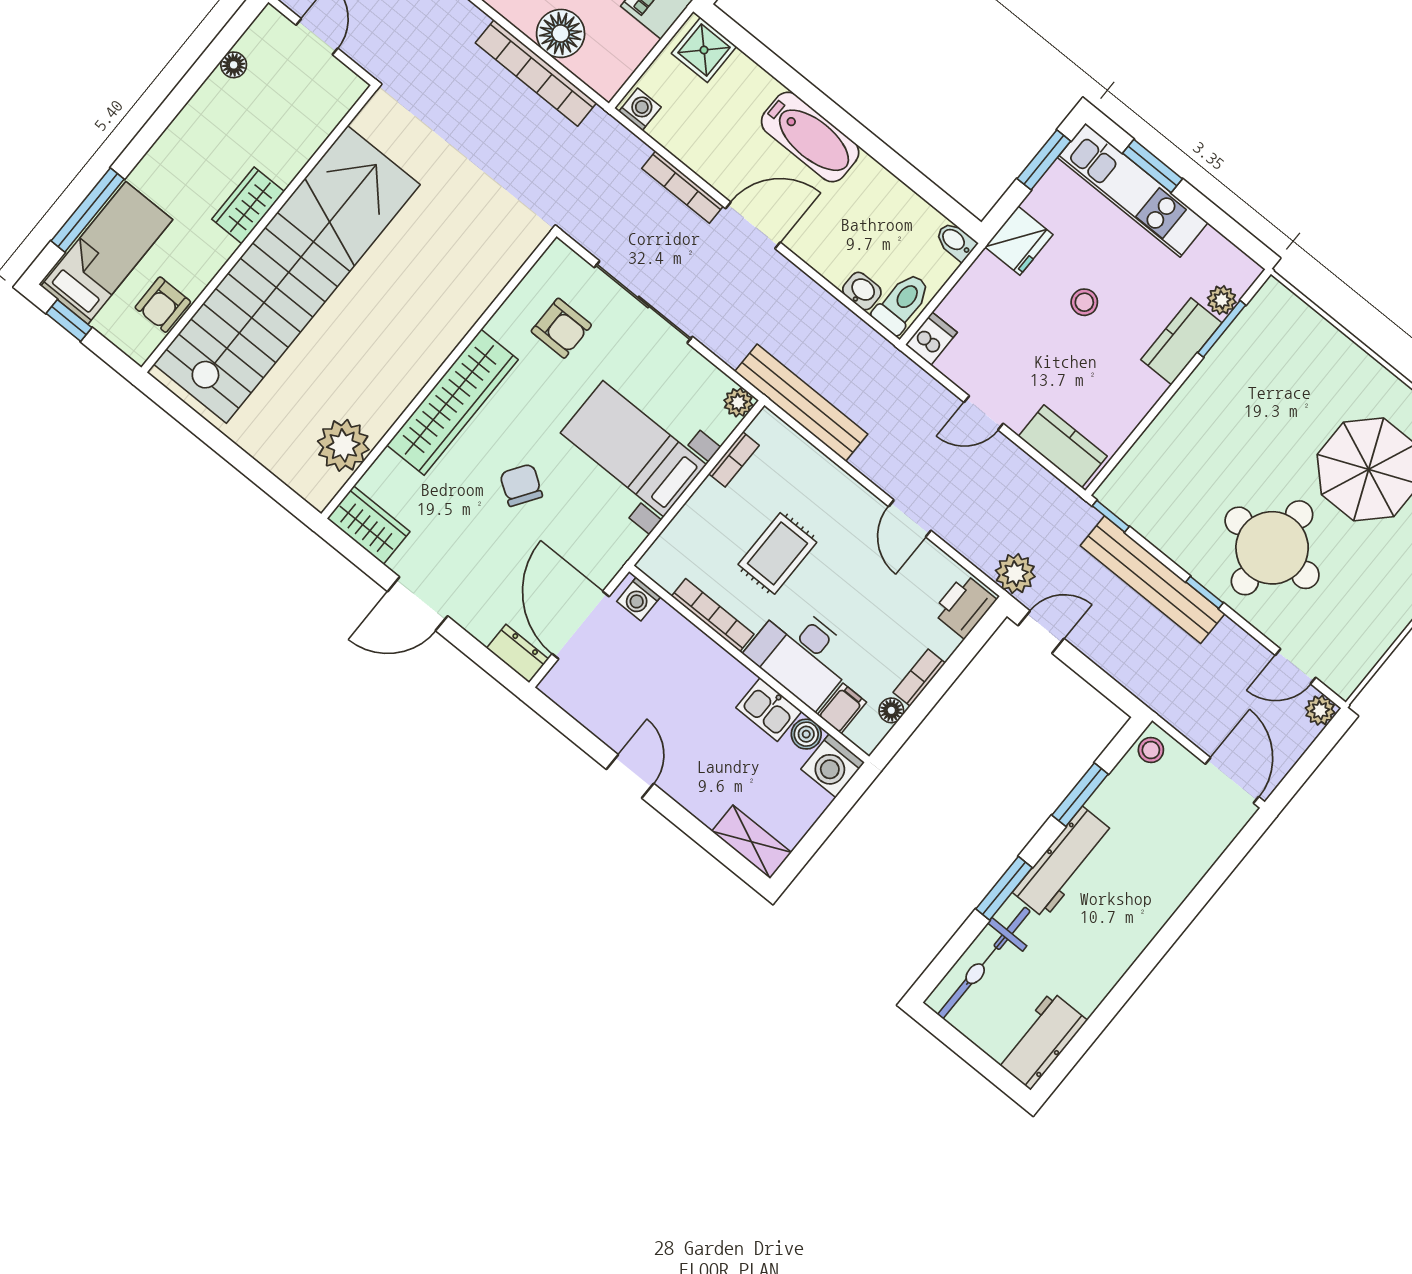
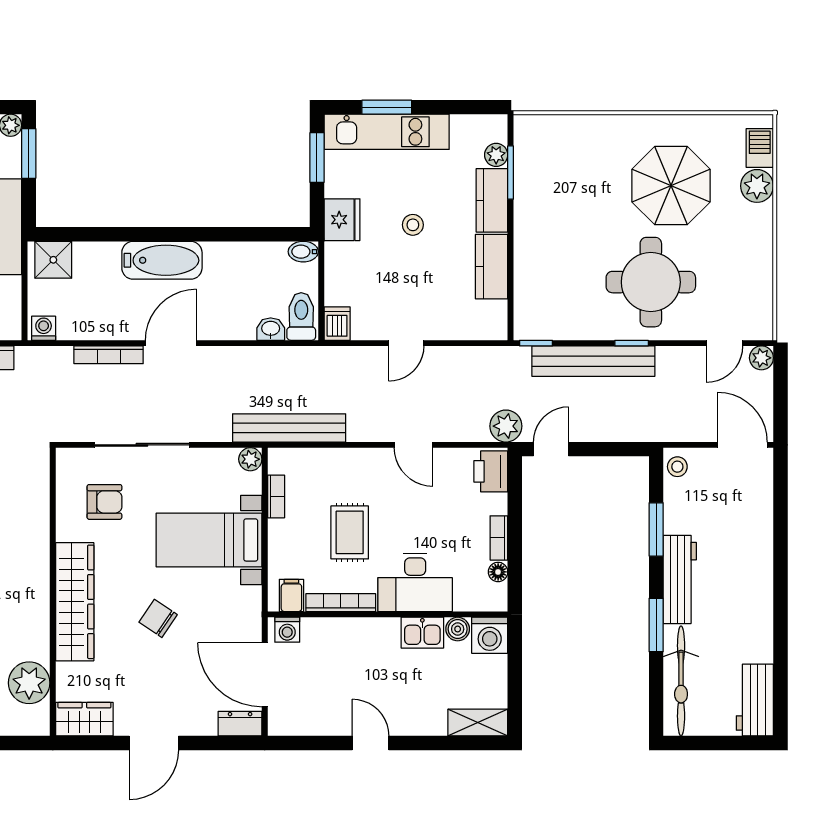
kitchen counter: (1063, 446) -> (492, 267), moved, turned -90
filing cabinet: (842, 708) -> (291, 595), moved

